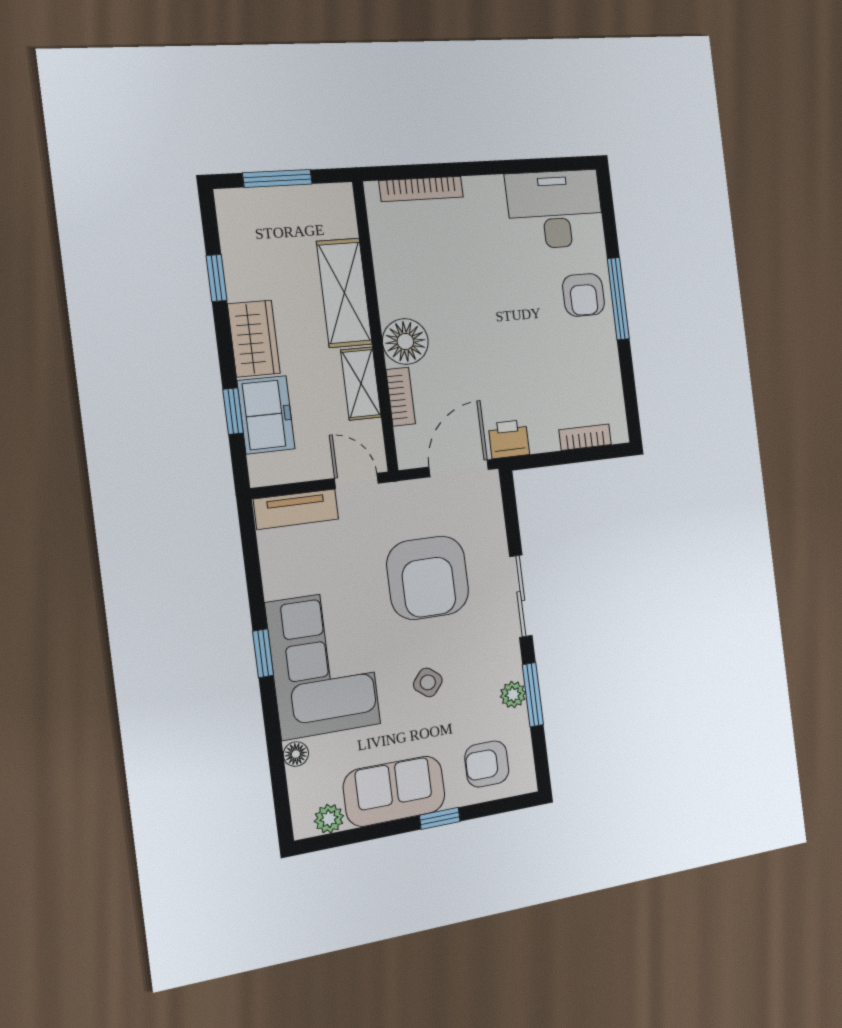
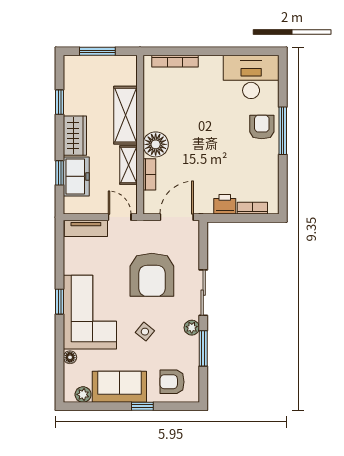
armchair: (584, 295) -> (262, 127), turned 180
printer: (509, 439) -> (225, 204), moved
plant: (513, 695) -> (192, 328), moved

